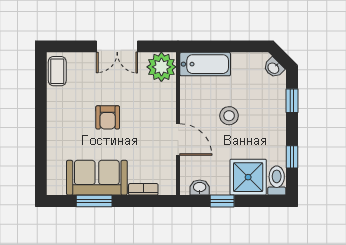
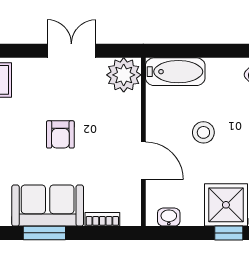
double door: (117, 46) -> (71, 51), swing flipped
window: (222, 201) -> (229, 233), moved

